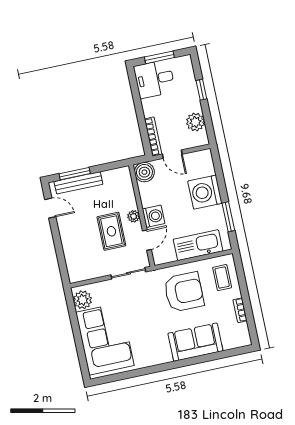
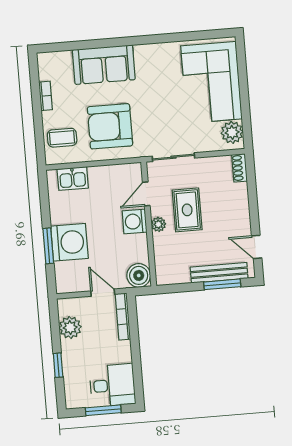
window: (228, 217) -> (48, 246), moved
kitchen sink: (198, 245) -> (73, 179), width x0.53, depth x0.81
shoe rack: (73, 271) -> (240, 168), added
coffee table: (222, 278) -> (62, 138), turned 90

